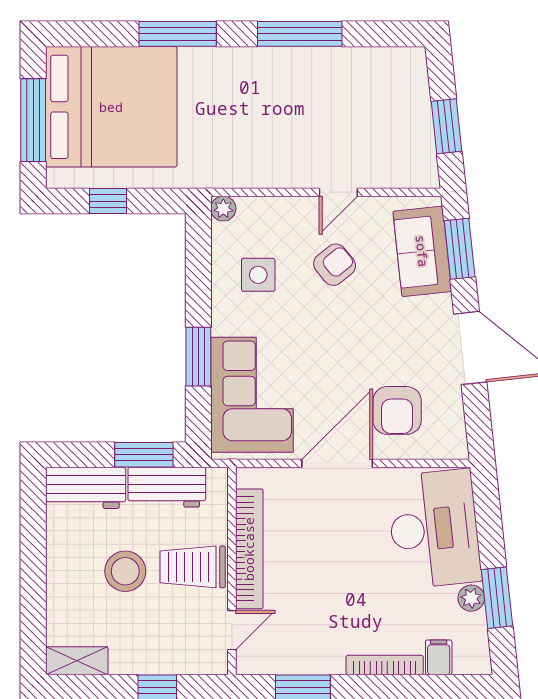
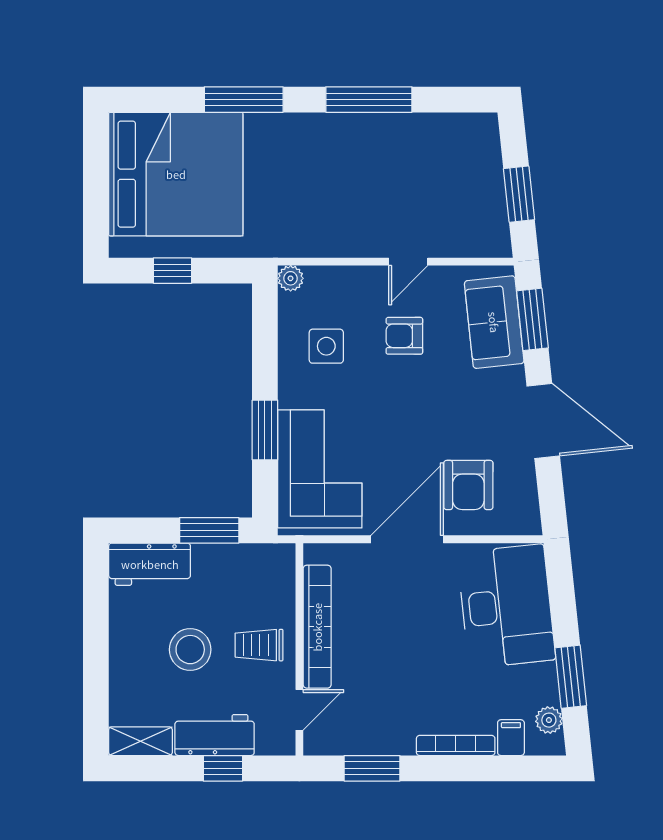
window: (33, 120) -> (96, 188), removed
armchair: (335, 265) -> (404, 336), turned -141
workbench: (167, 487) -> (215, 735), moved, turned 180
trolley: (193, 567) -> (259, 645), width x0.73, depth x0.72
plant: (471, 598) -> (549, 720), moved

